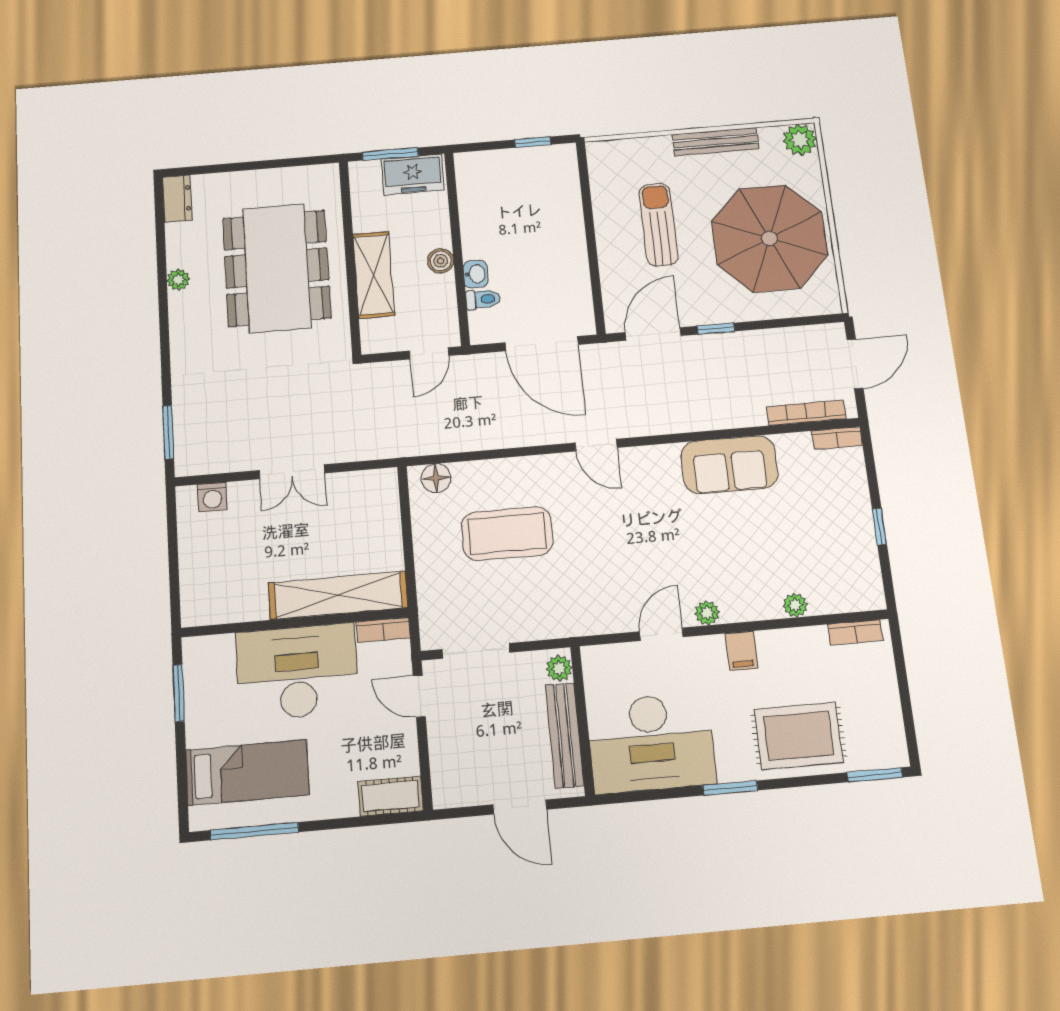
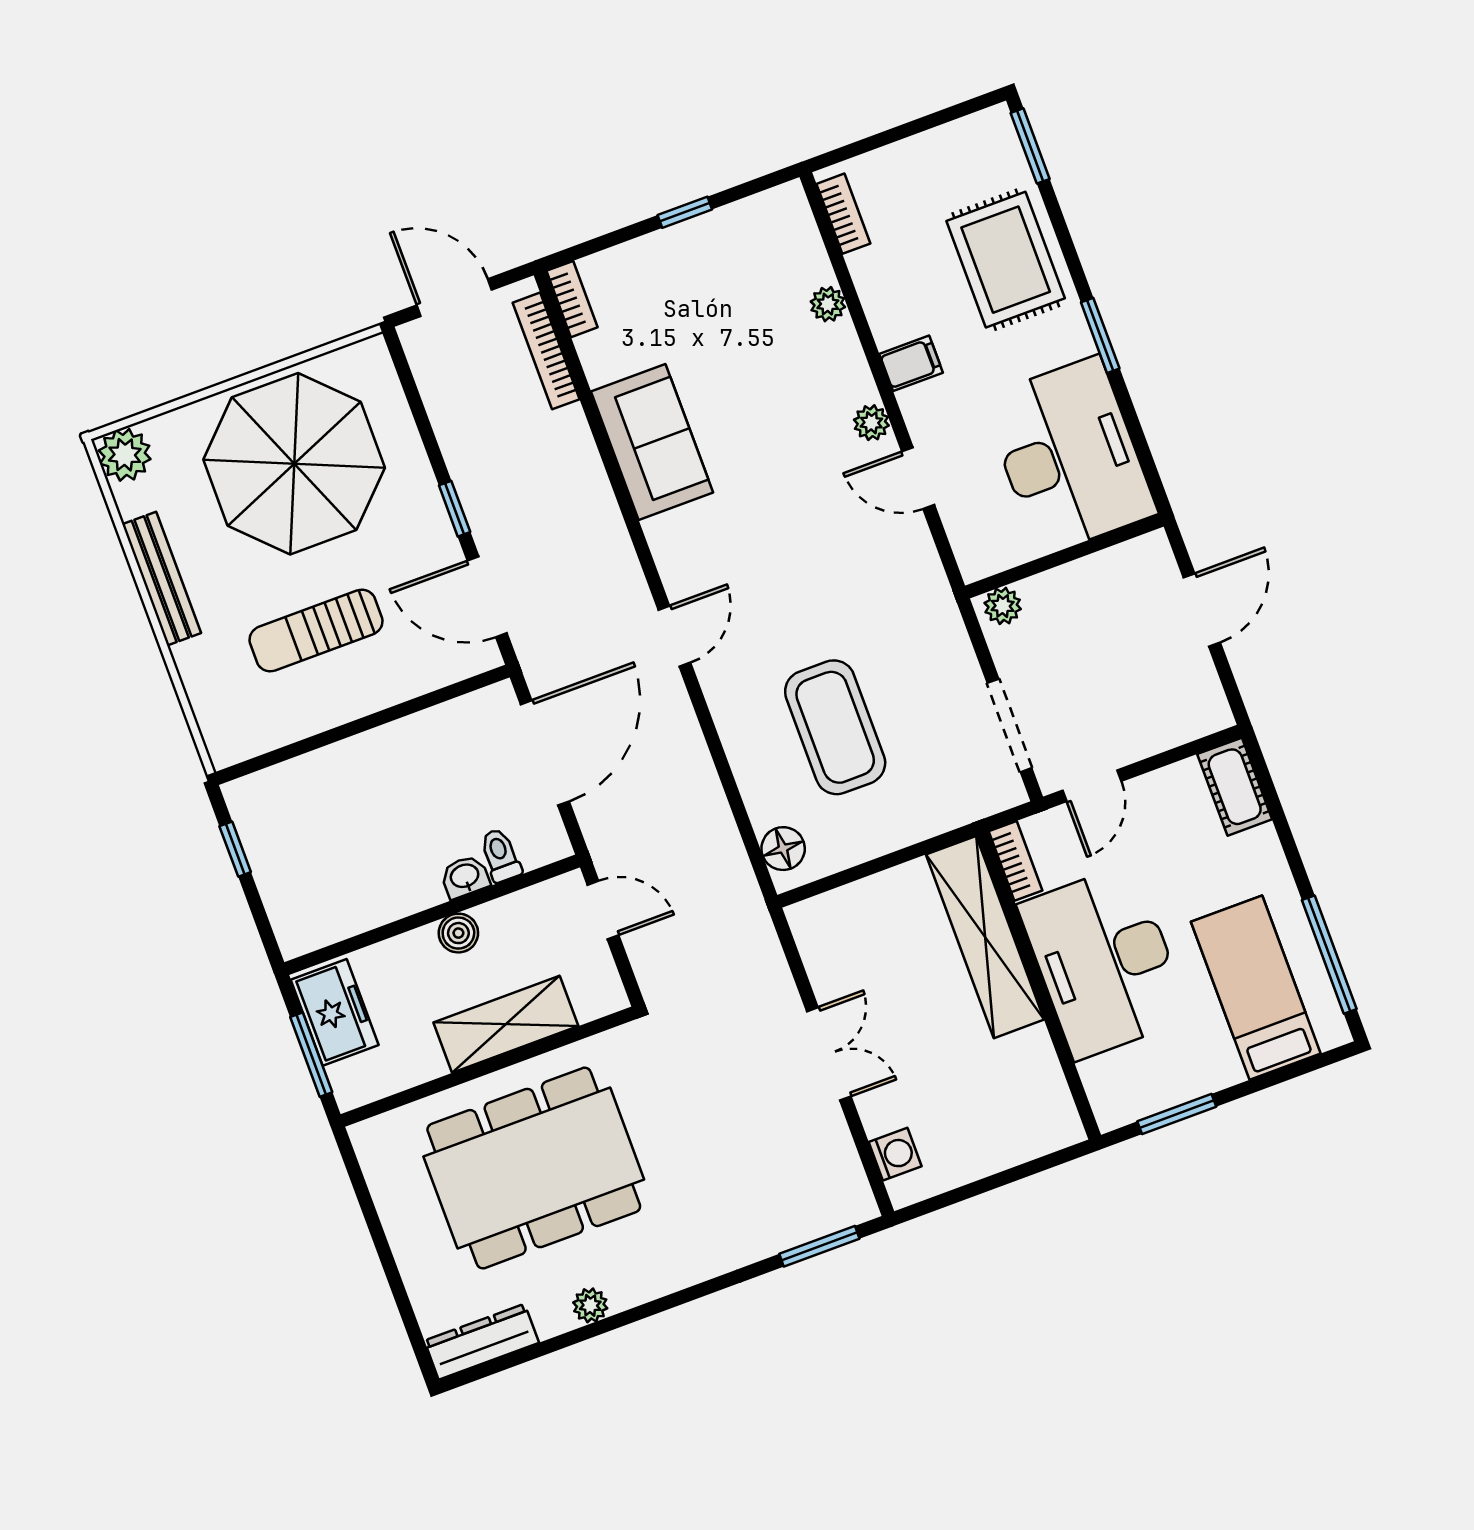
dresser: (177, 199) -> (482, 1342), width x1.44
bench: (565, 735) -> (1091, 575), removed

